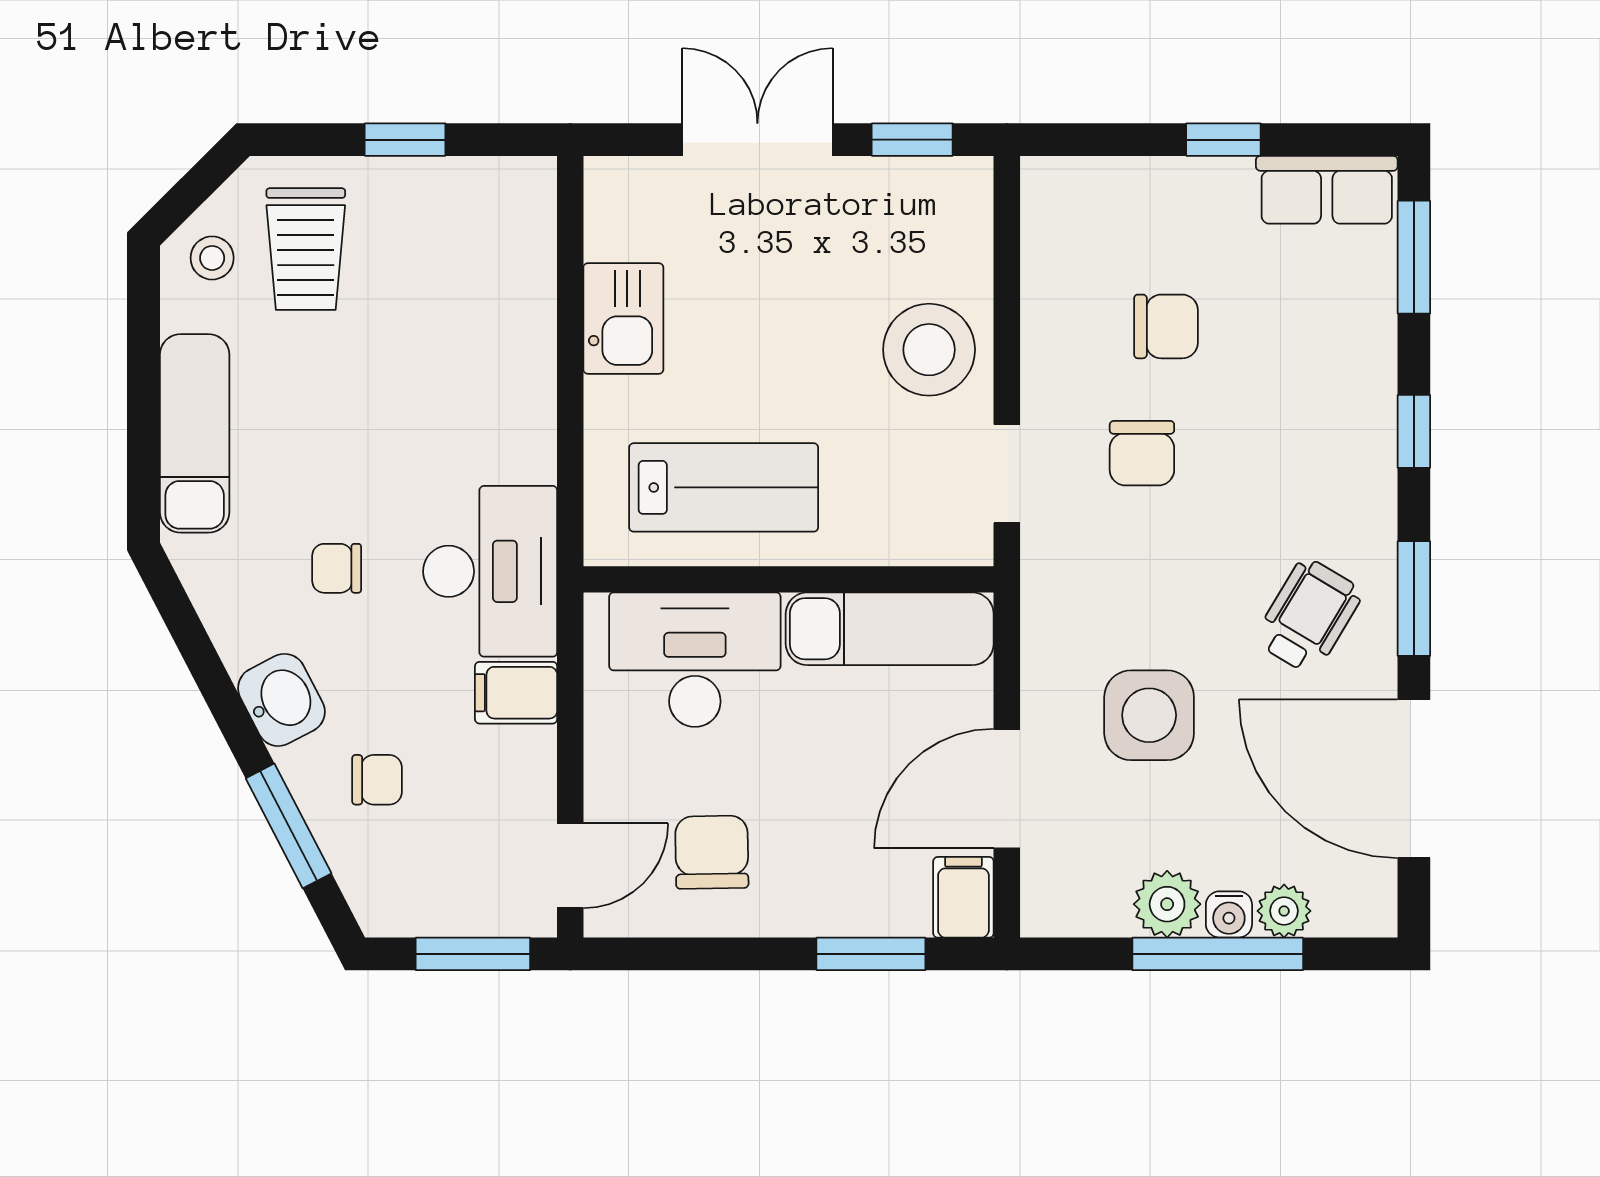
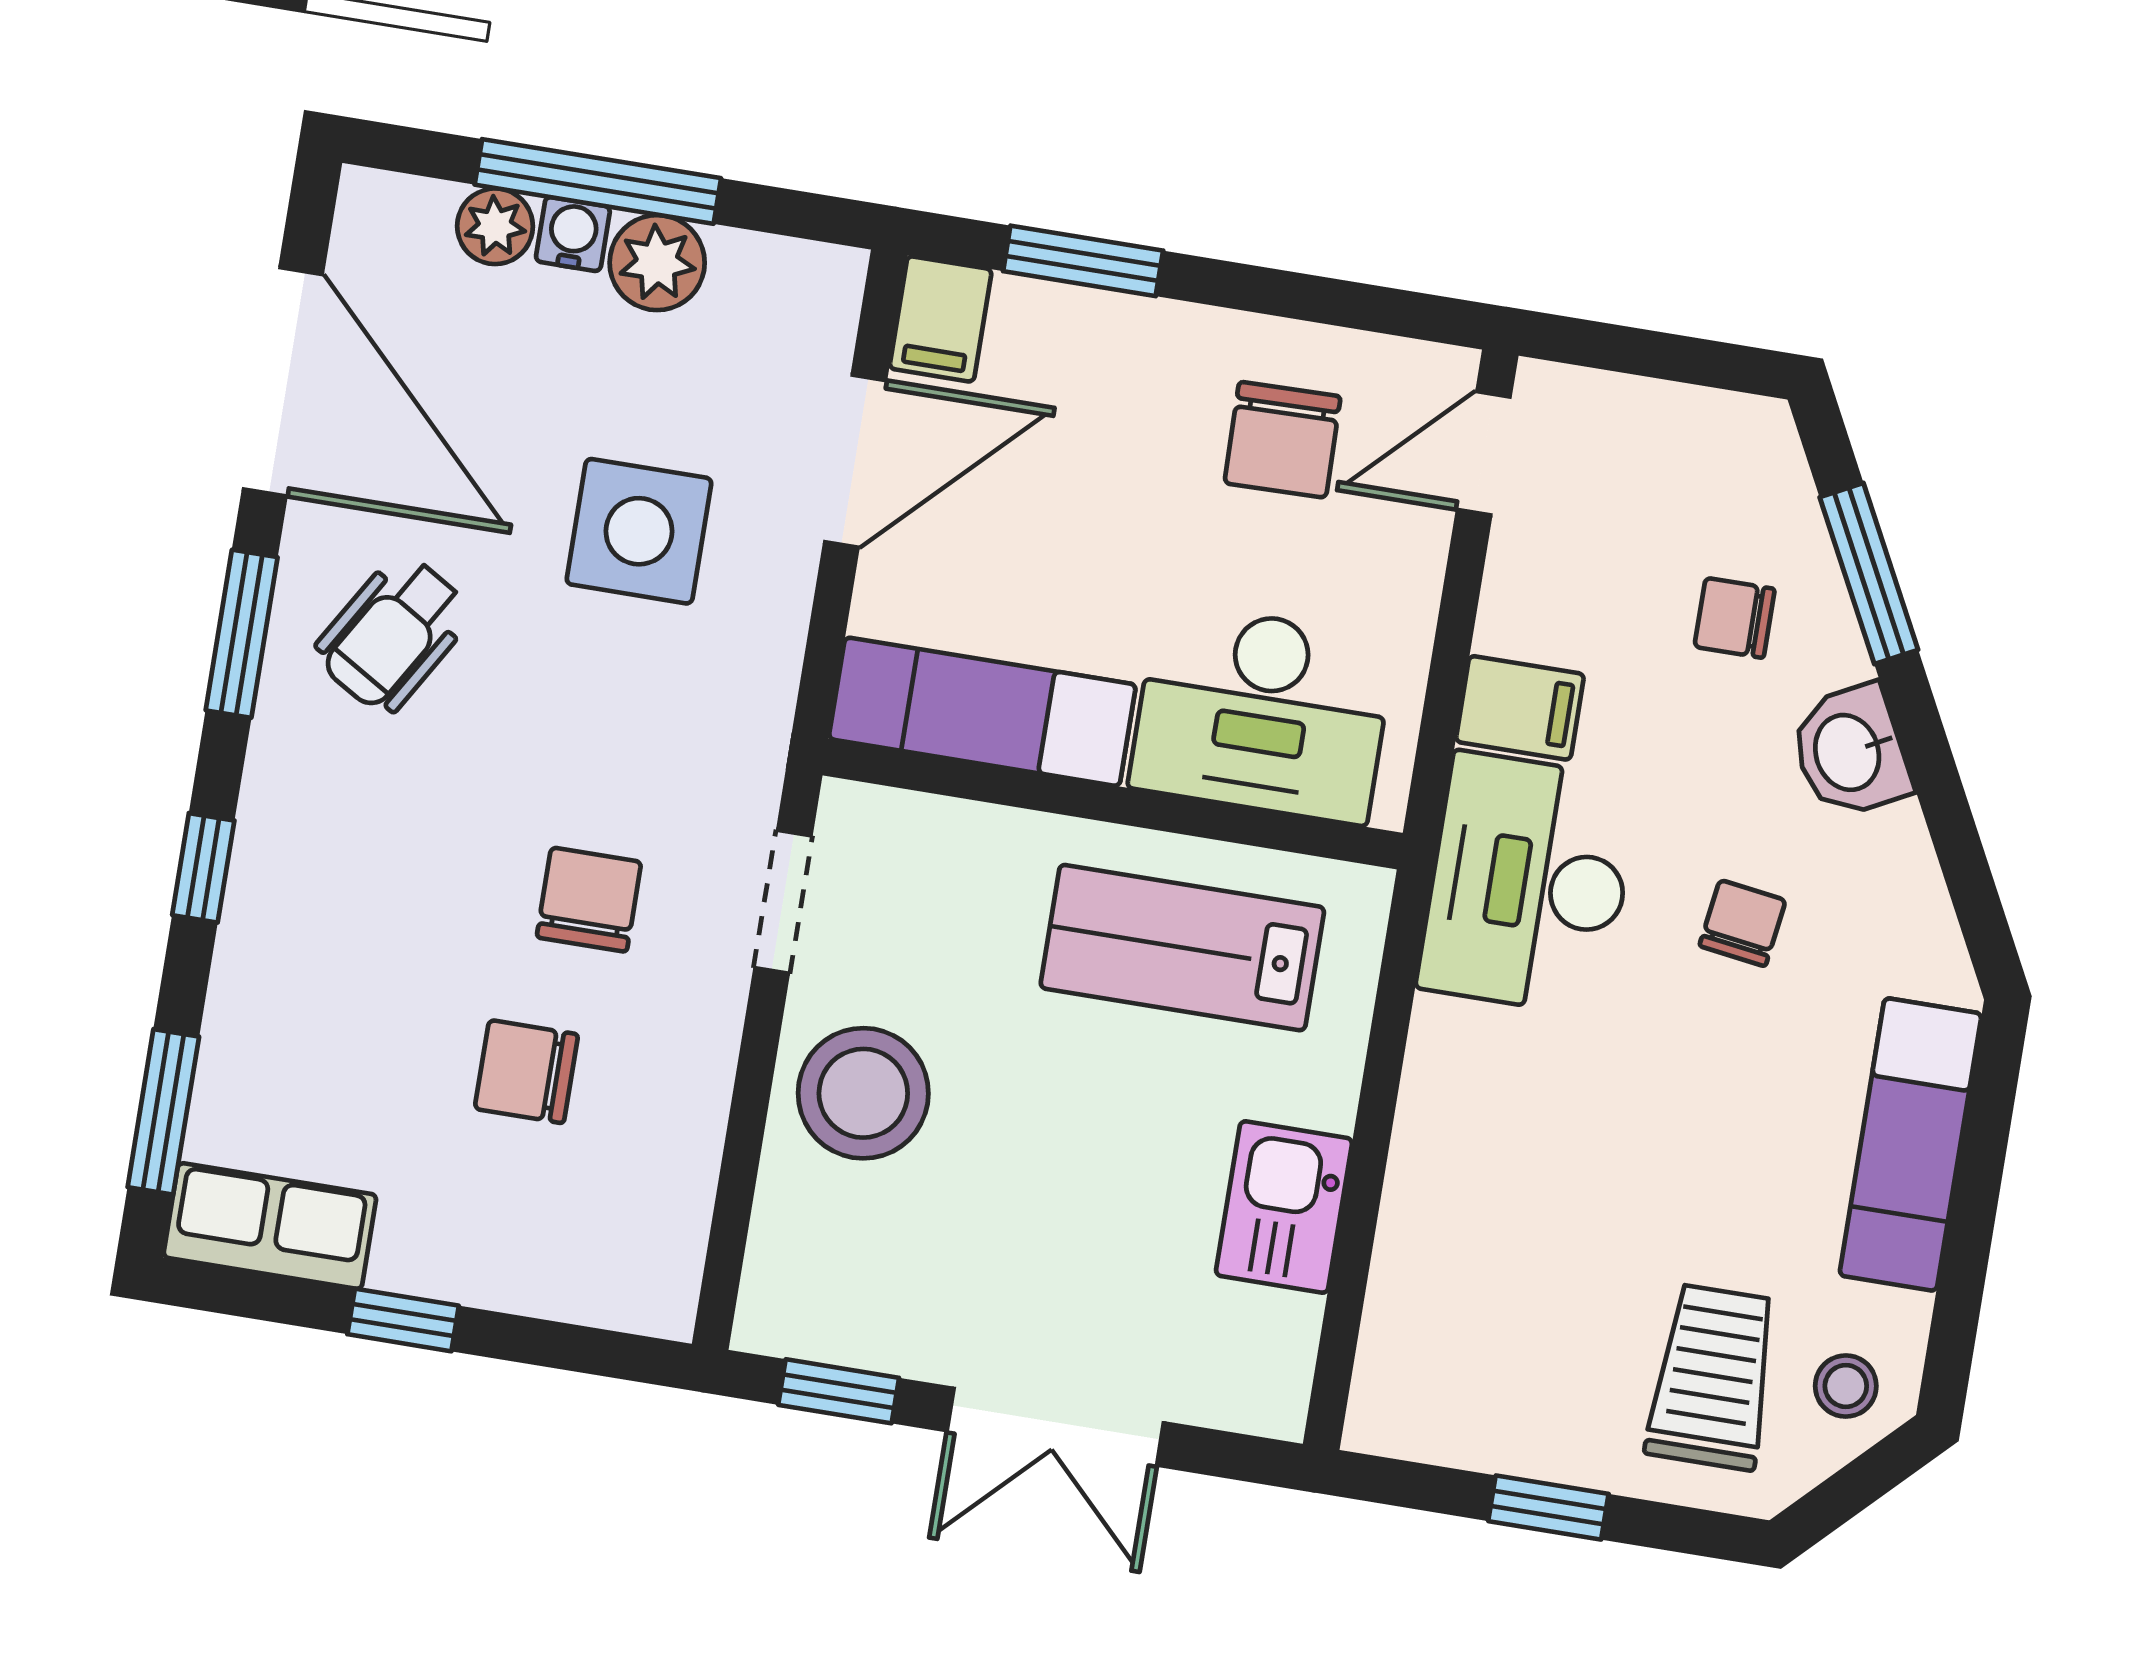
chair: (337, 568) -> (1743, 923), turned -82
window: (473, 954) -> (1640, 352), removed

